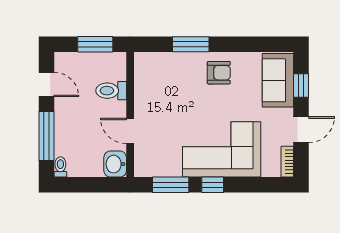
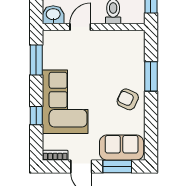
armchair: (219, 73) -> (128, 99), turned 115
window: (301, 86) -> (117, 166), width x1.50
window: (213, 185) -> (36, 116), moved

